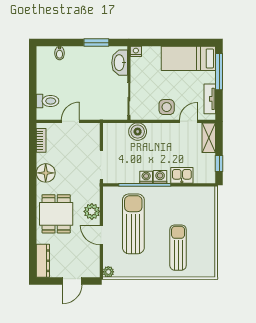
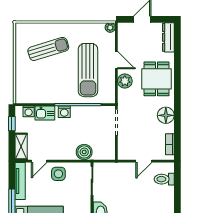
tv unit: (210, 99) -> (20, 181), width x1.41
washing machine: (146, 177) -> (29, 111), moved
sun lounger: (178, 248) -> (48, 49), turned -107

